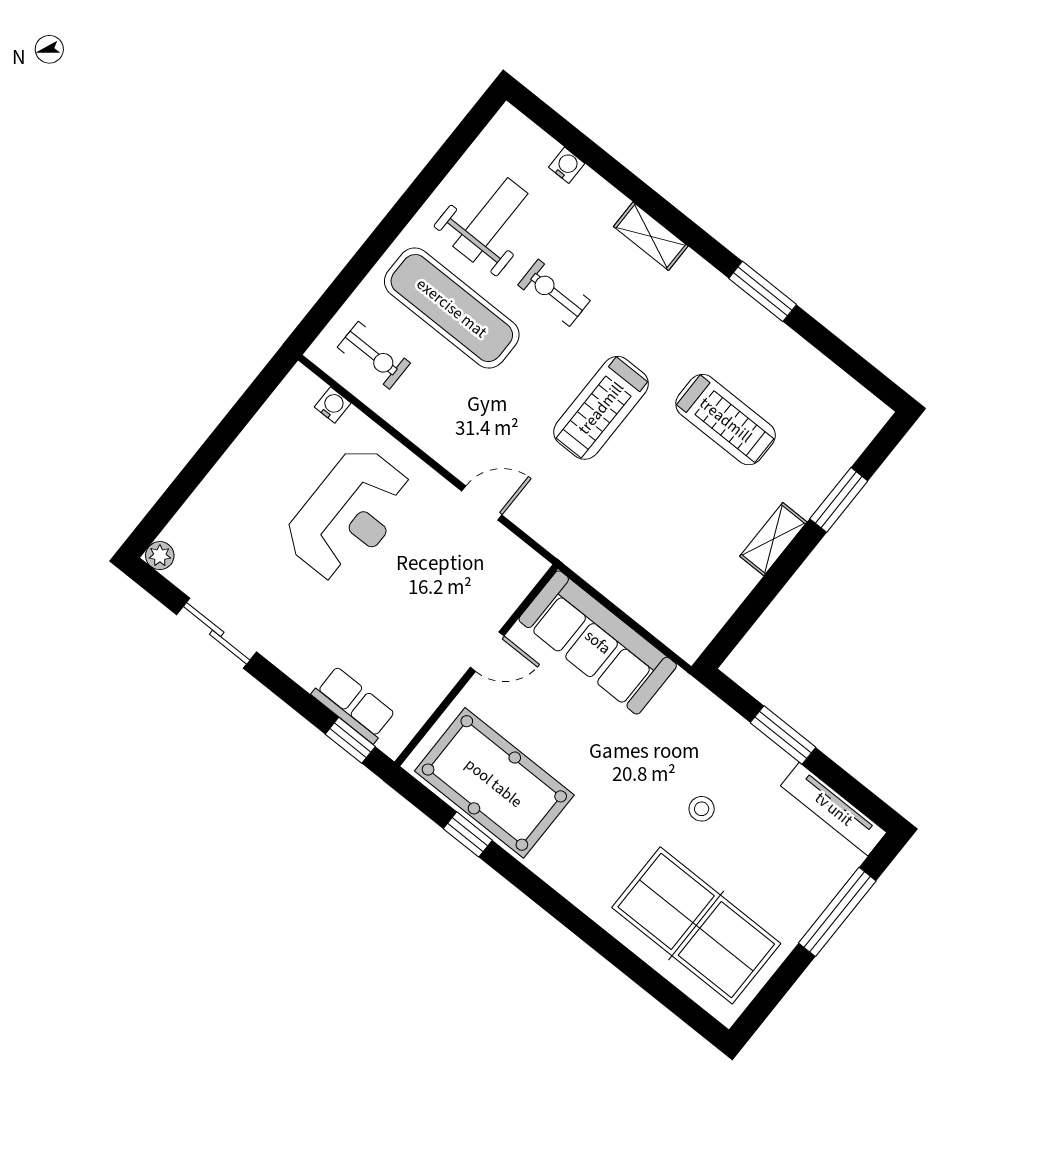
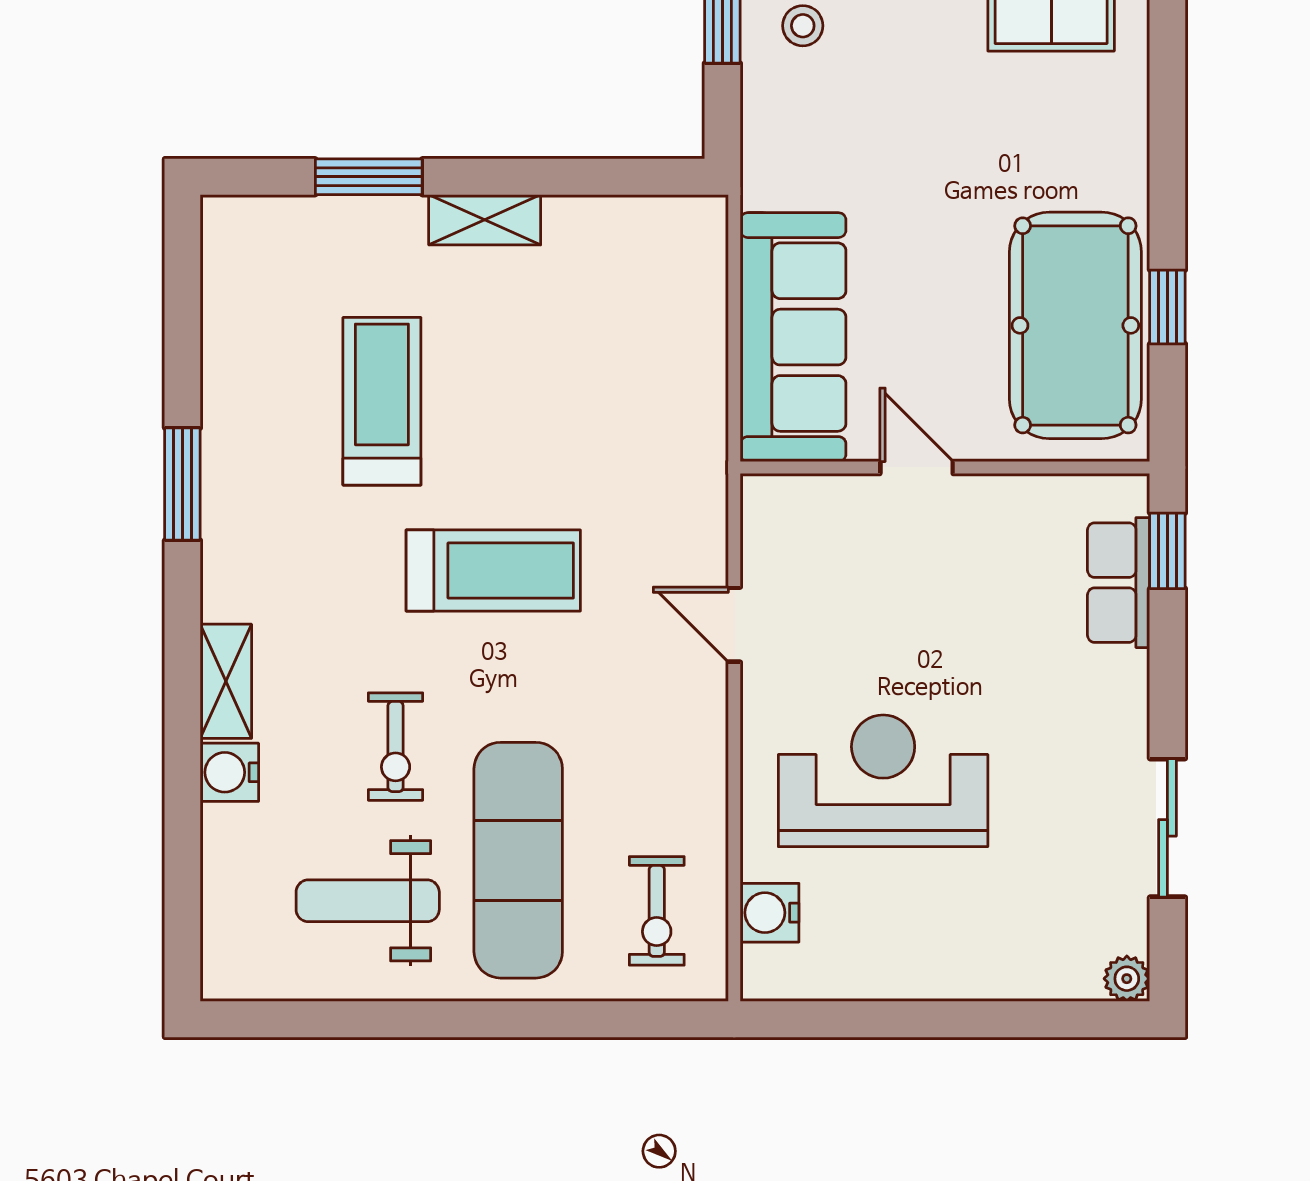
water cooler: (567, 165) -> (229, 772), moved, width x1.38, depth x1.38
exercise bike: (374, 355) -> (657, 911), turned 180
water cooler: (333, 405) -> (770, 913), width x1.38, depth x1.38
stool: (702, 809) -> (803, 26), moved

